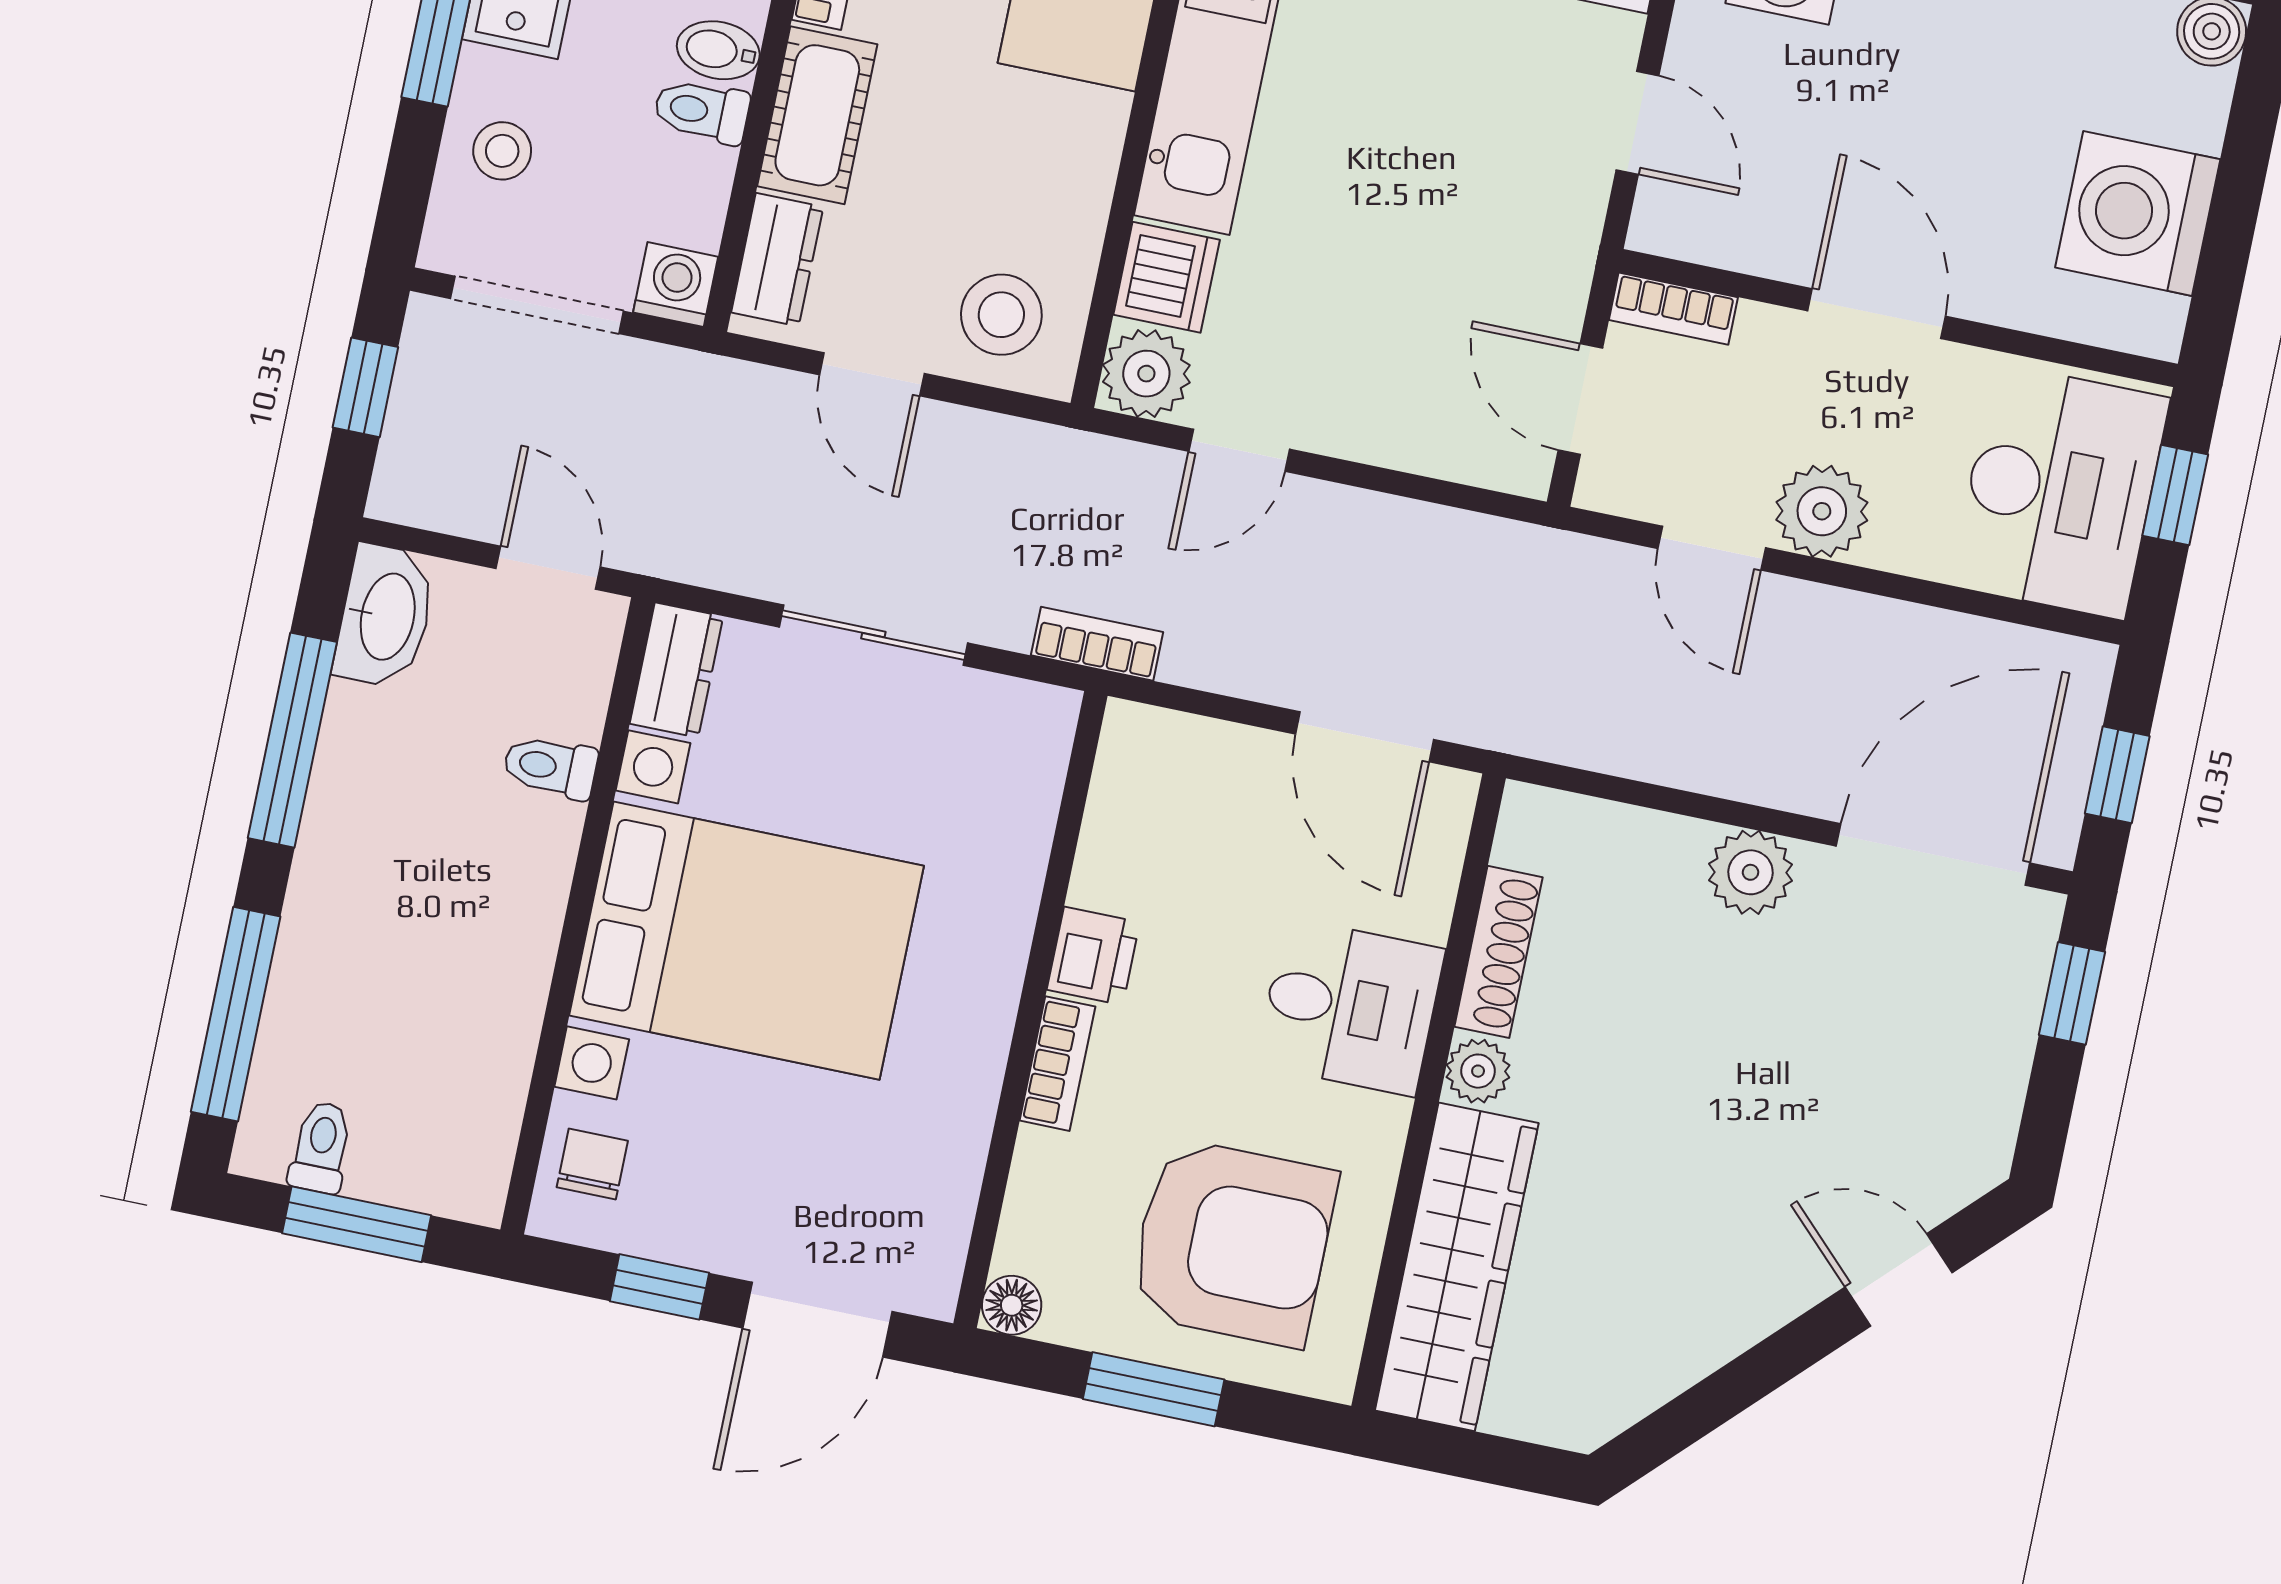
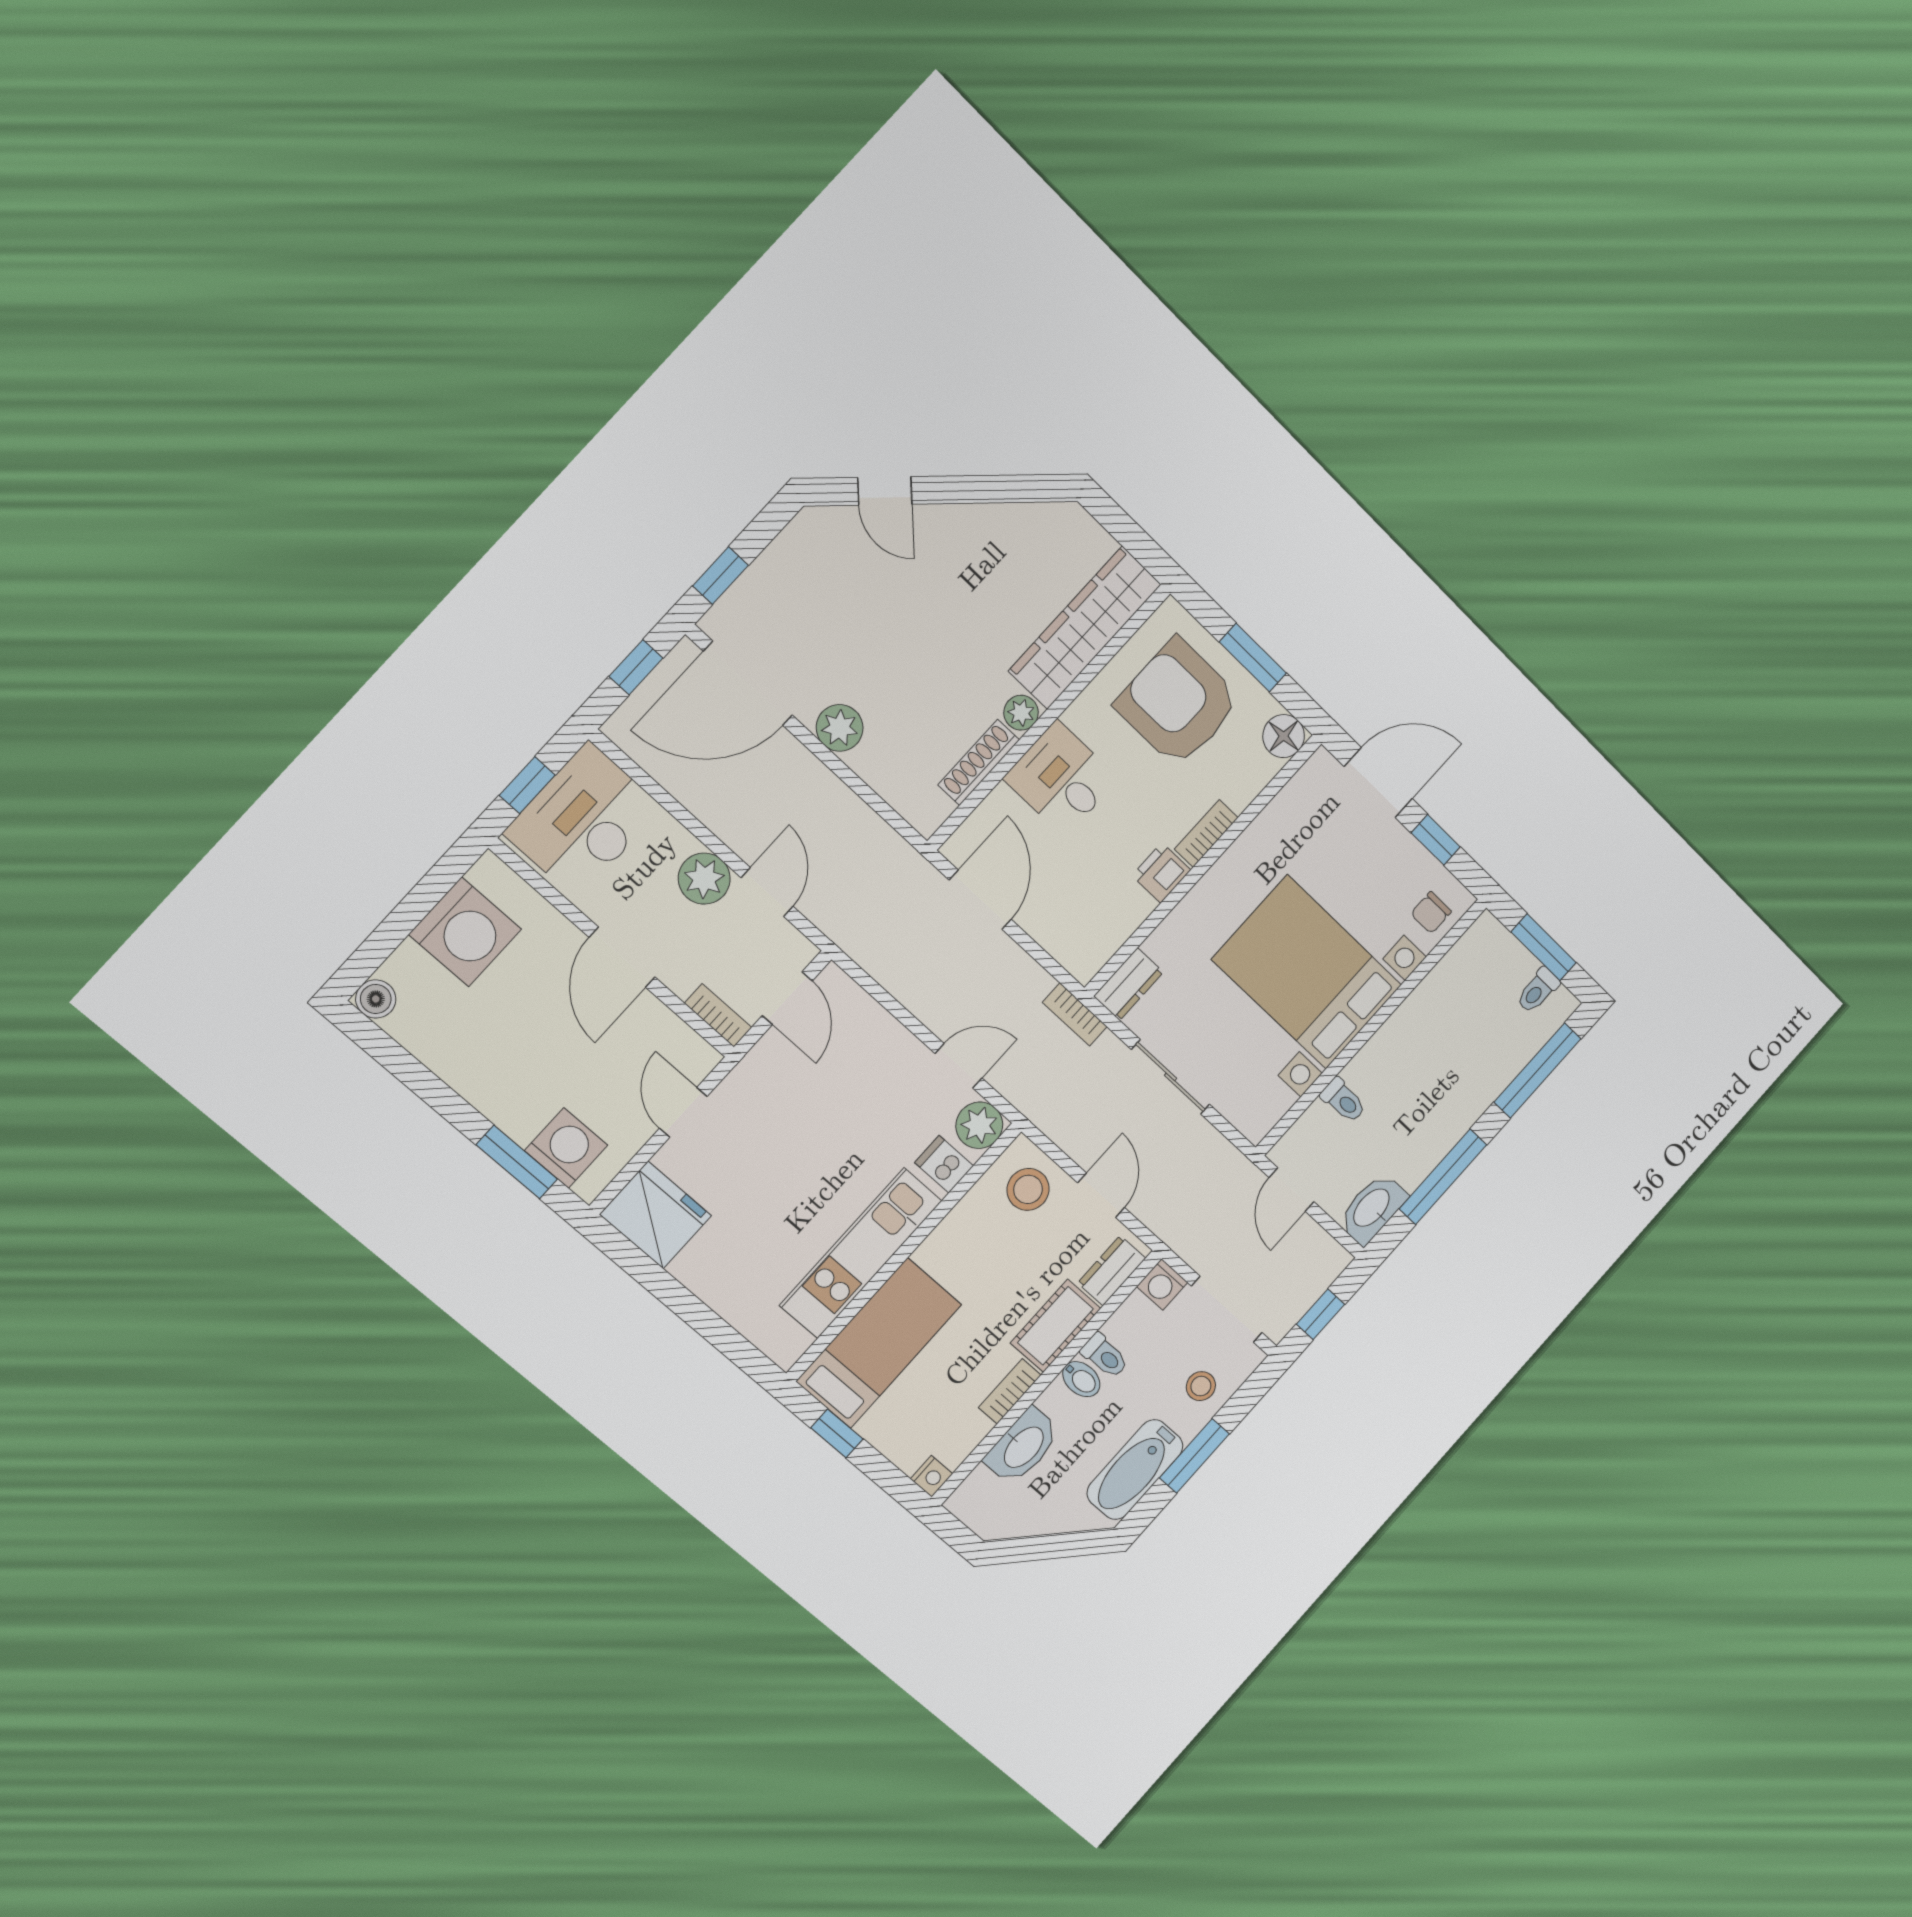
dishwasher: (1167, 277) -> (944, 1164), width x0.73
dresser: (676, 670) -> (1129, 984), moved, turned 180
floor lamp: (1012, 1305) -> (1284, 736), width x1.37, depth x1.37

